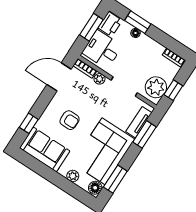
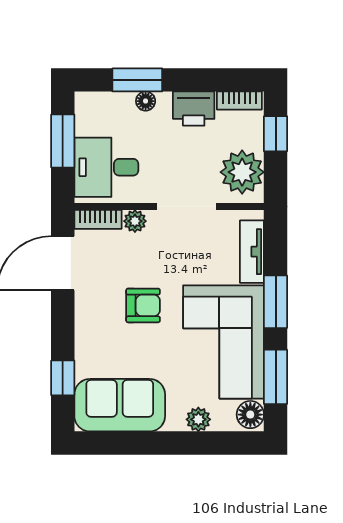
printer: (110, 24) -> (194, 109), moved, turned 90
window: (173, 90) -> (276, 134), moved
armchair: (70, 120) -> (143, 305), moved
window: (144, 134) -> (276, 302), moved

